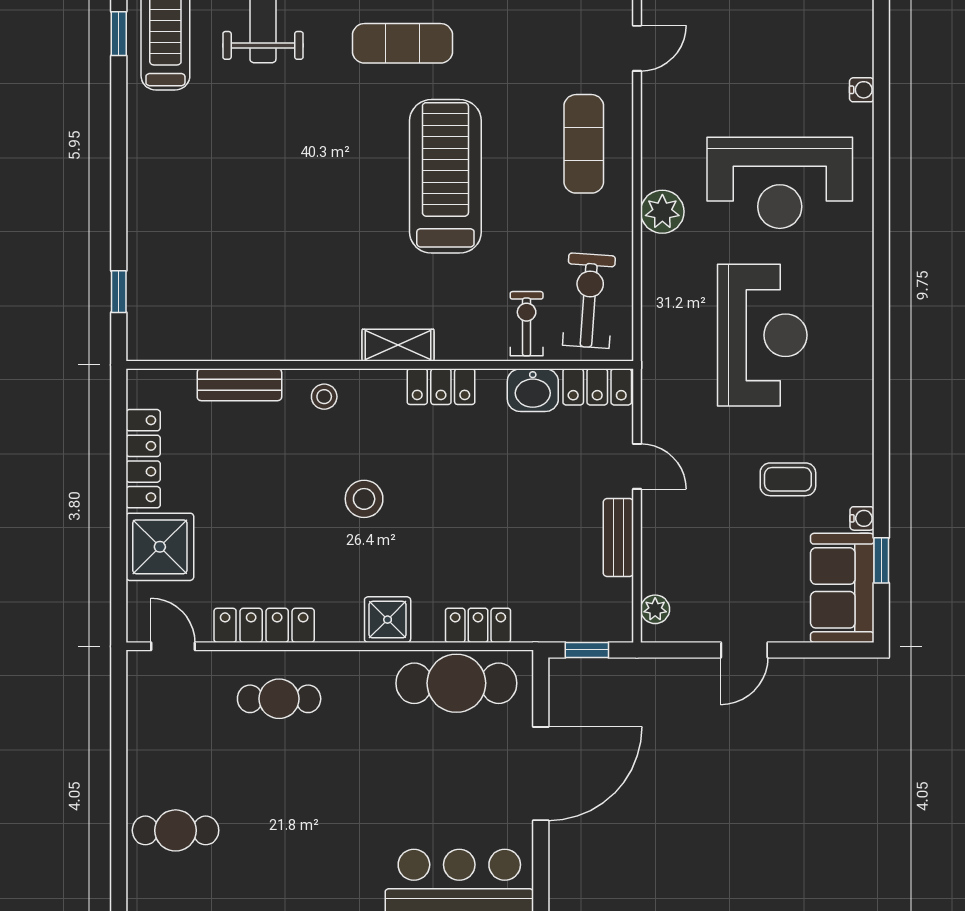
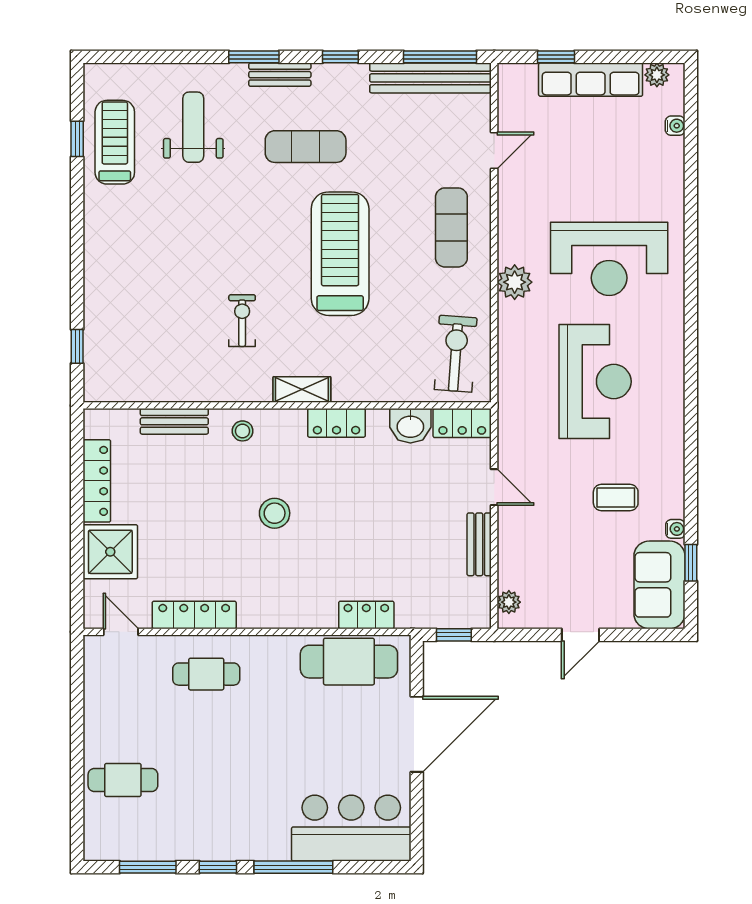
water cooler: (862, 90) -> (675, 126), moved
exercise bike: (527, 324) -> (242, 321), moved
shower: (388, 620) -> (294, 610), removed

